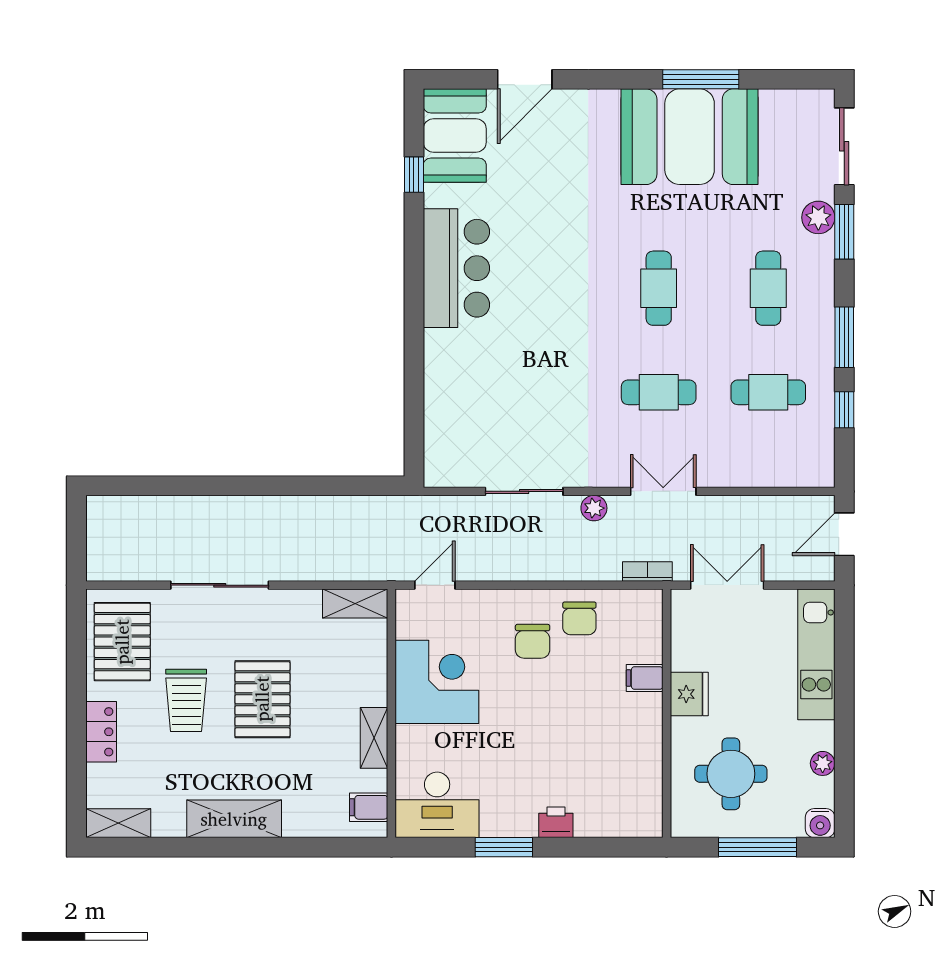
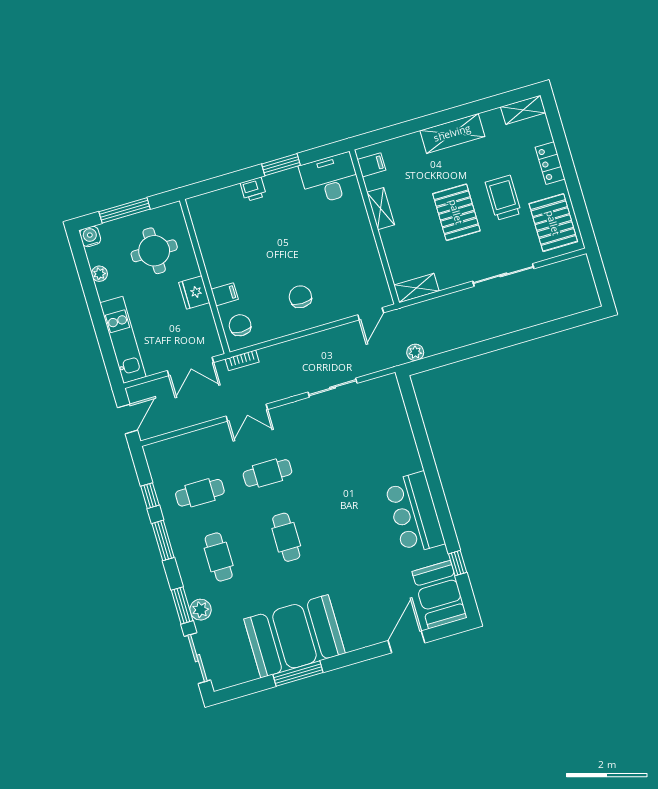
plant: (594, 508) -> (415, 352), moved
chair: (579, 618) -> (240, 325), moved
corner desk: (437, 682) -> (352, 255), removed

